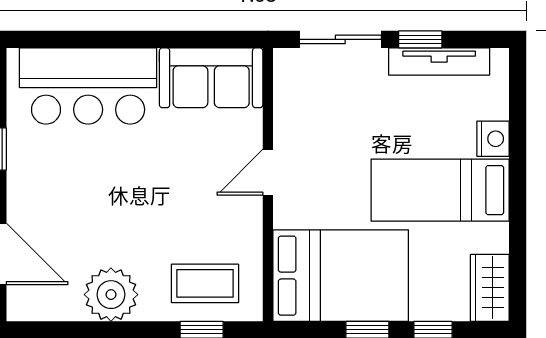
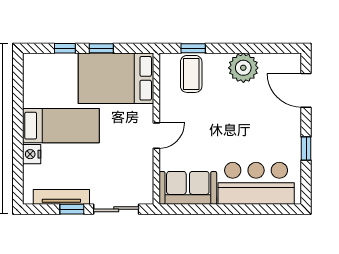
coffee table: (205, 283) -> (191, 74), turned 90
wardrobe: (490, 288) -> (33, 71), removed

